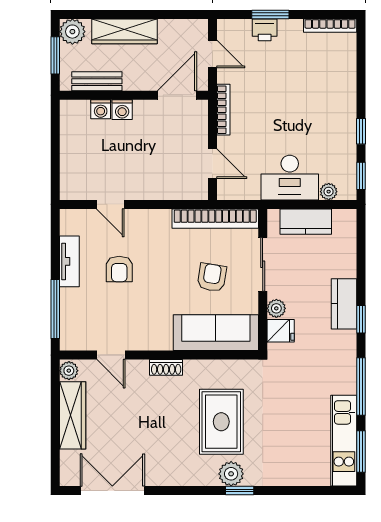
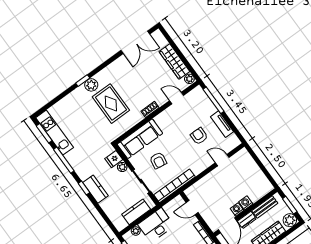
dresser: (140, 81) -> (247, 220), added
washing machine: (101, 109) -> (237, 209), moved

